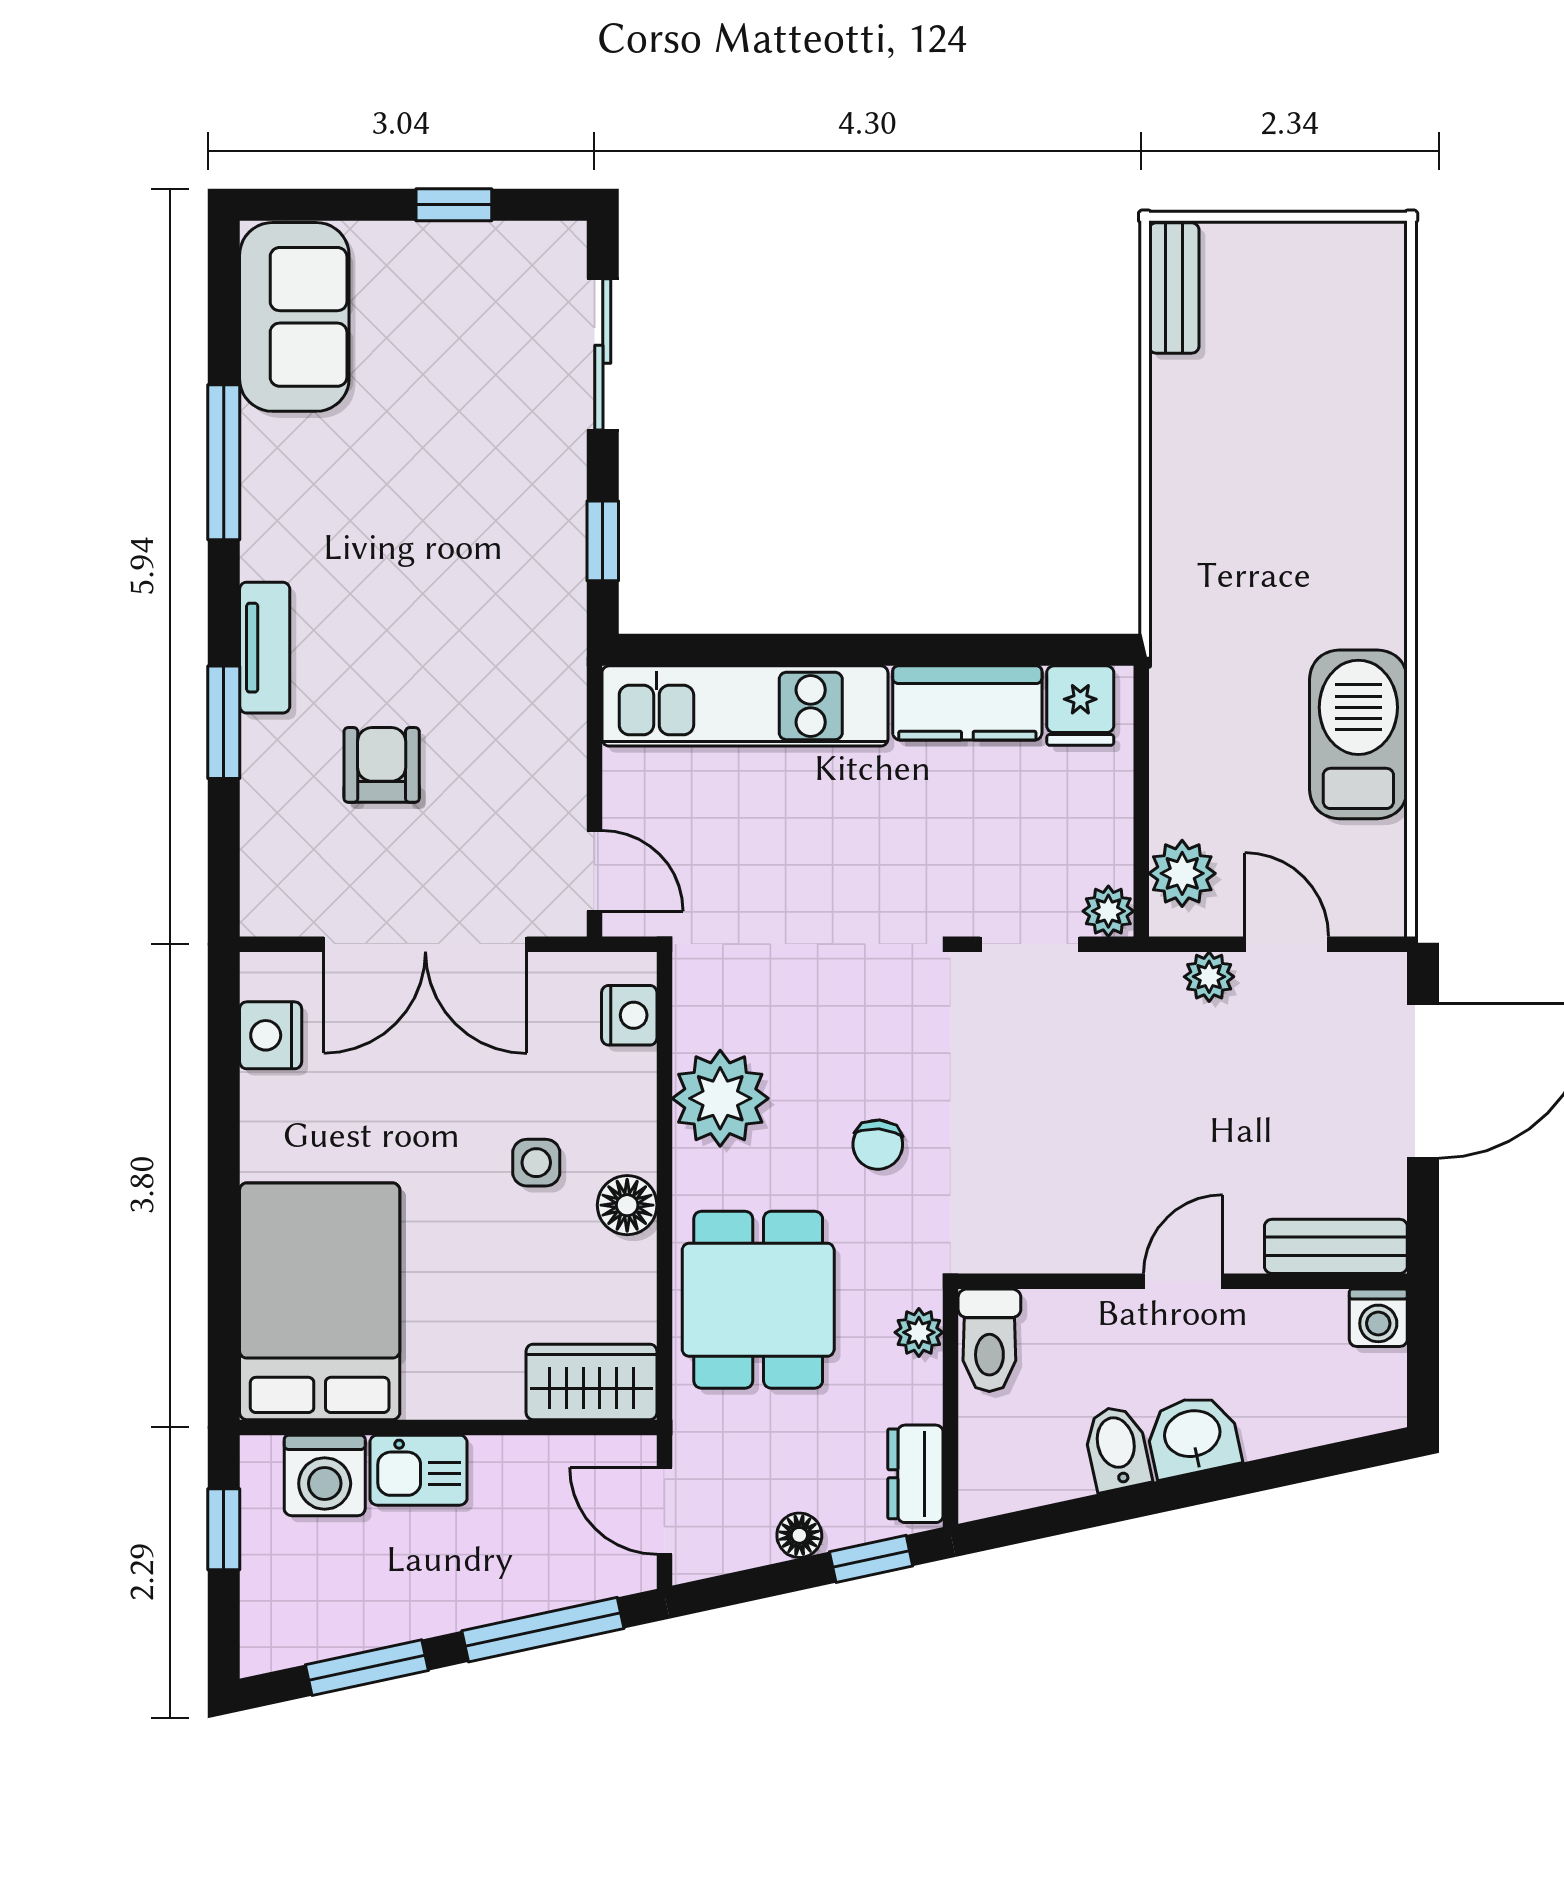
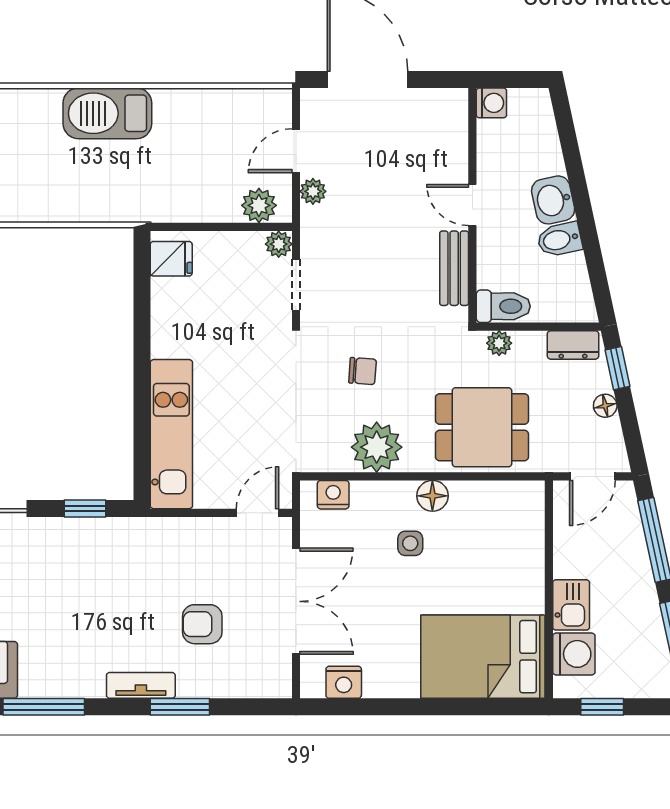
kitchen counter: (967, 703) -> (170, 318), removed
barbecue: (1358, 734) -> (107, 113), moved
chair: (878, 1145) -> (362, 371), moved
bench: (1336, 1246) -> (454, 268), moved
wardrobe: (591, 1382) -> (525, 514), removed

